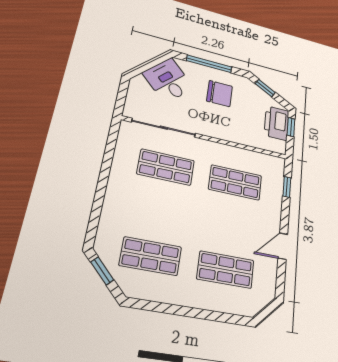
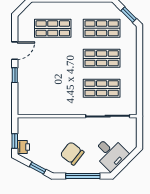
chair: (219, 94) -> (72, 153), turned 38
printer: (277, 123) -> (23, 147), width x0.53, depth x0.68
shop shelf: (235, 182) -> (102, 58), moved
window: (287, 187) -> (15, 75), moved

